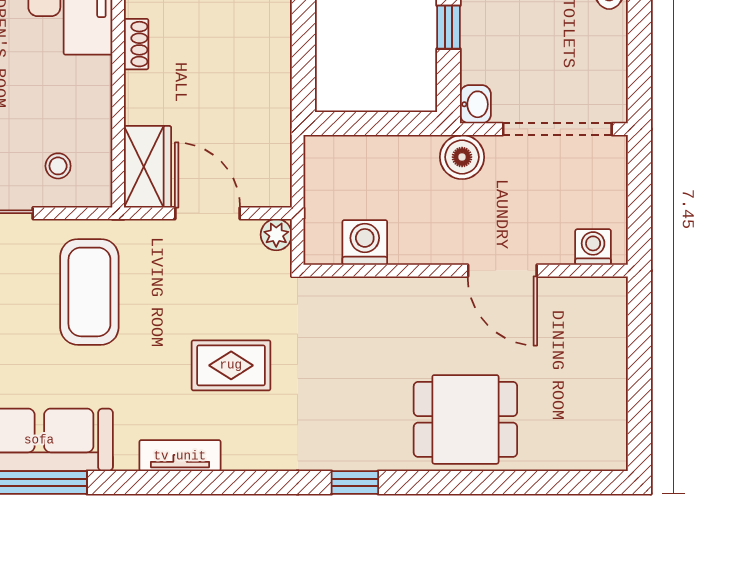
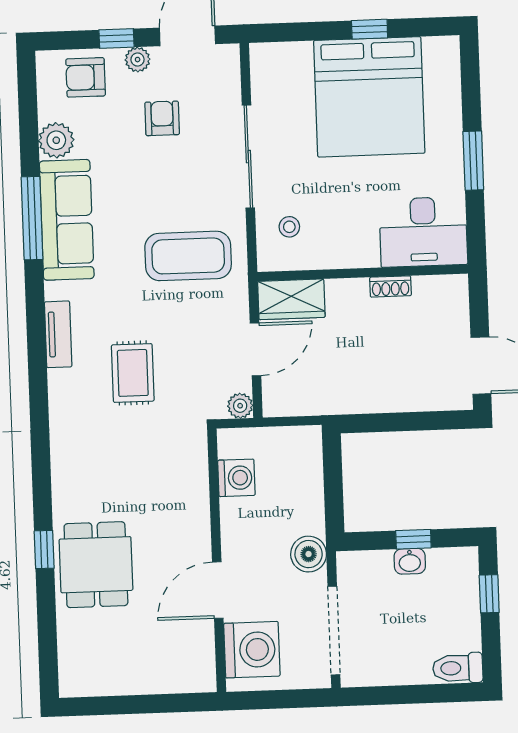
washbasin: (475, 104) -> (410, 561), moved
washing machine: (593, 247) -> (252, 650), width x1.89, depth x1.89
window: (355, 483) -> (44, 549), moved

